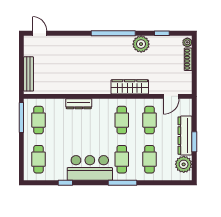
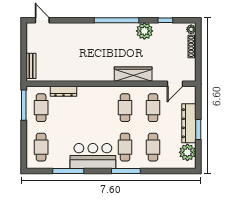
bench: (29, 74) -> (31, 66), width x0.73
dresser: (79, 104) -> (63, 91), moved
window: (65, 183) -> (68, 171), width x2.17

